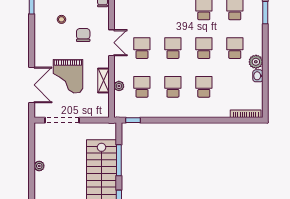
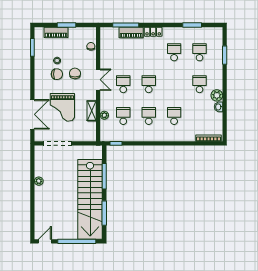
chair: (61, 36) -> (57, 74), added
school desk: (204, 48) -> (174, 84), removed

